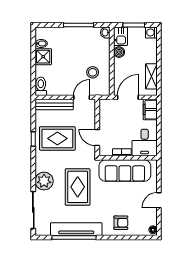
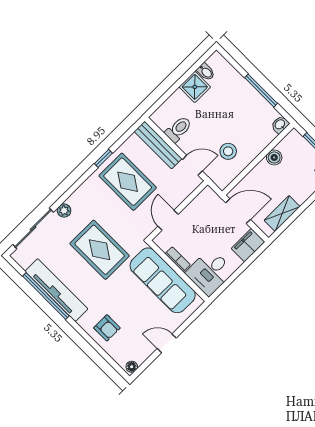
kitchen sink: (120, 36) -> (291, 143), removed
toilet: (41, 86) -> (178, 129), moved
plant: (44, 181) -> (64, 211), width x0.53, depth x0.53
rug: (78, 187) -> (100, 250), turned 90

